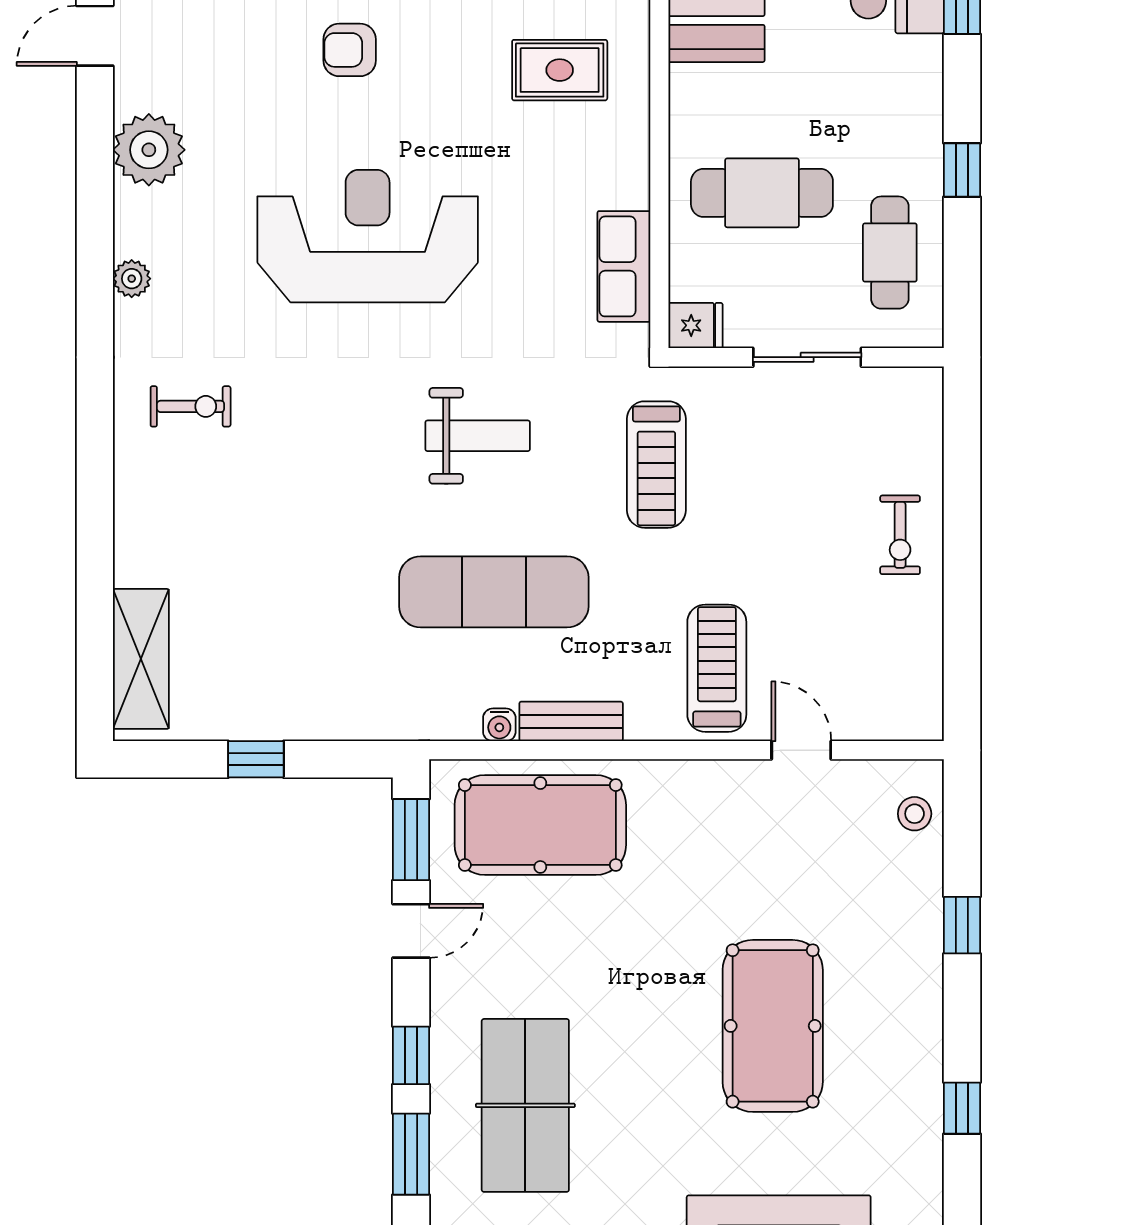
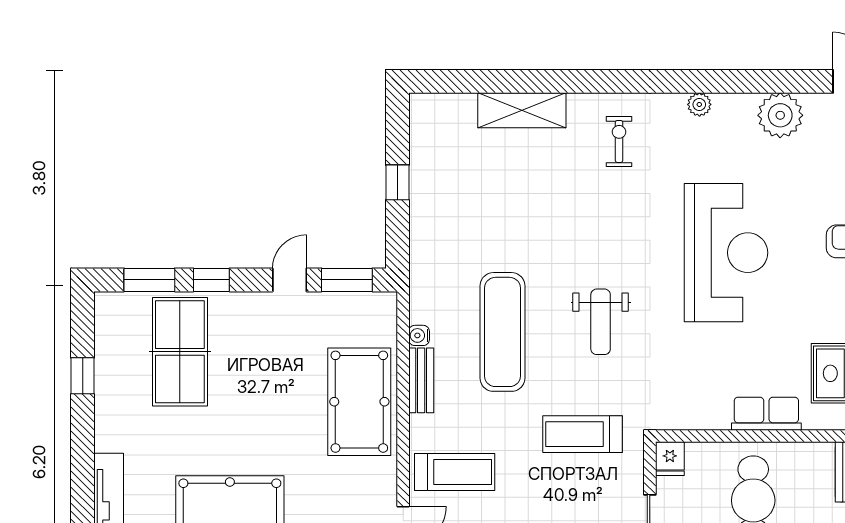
row of seats: (624, 266) -> (766, 414), moved
exercise bike: (191, 406) -> (619, 141), turned 180
shelving: (141, 659) -> (522, 110), moved
pool table: (540, 825) -> (359, 402), moved
door: (411, 931) -> (290, 280), swing flipped
table tennis table: (525, 1105) -> (180, 352), turned 90

